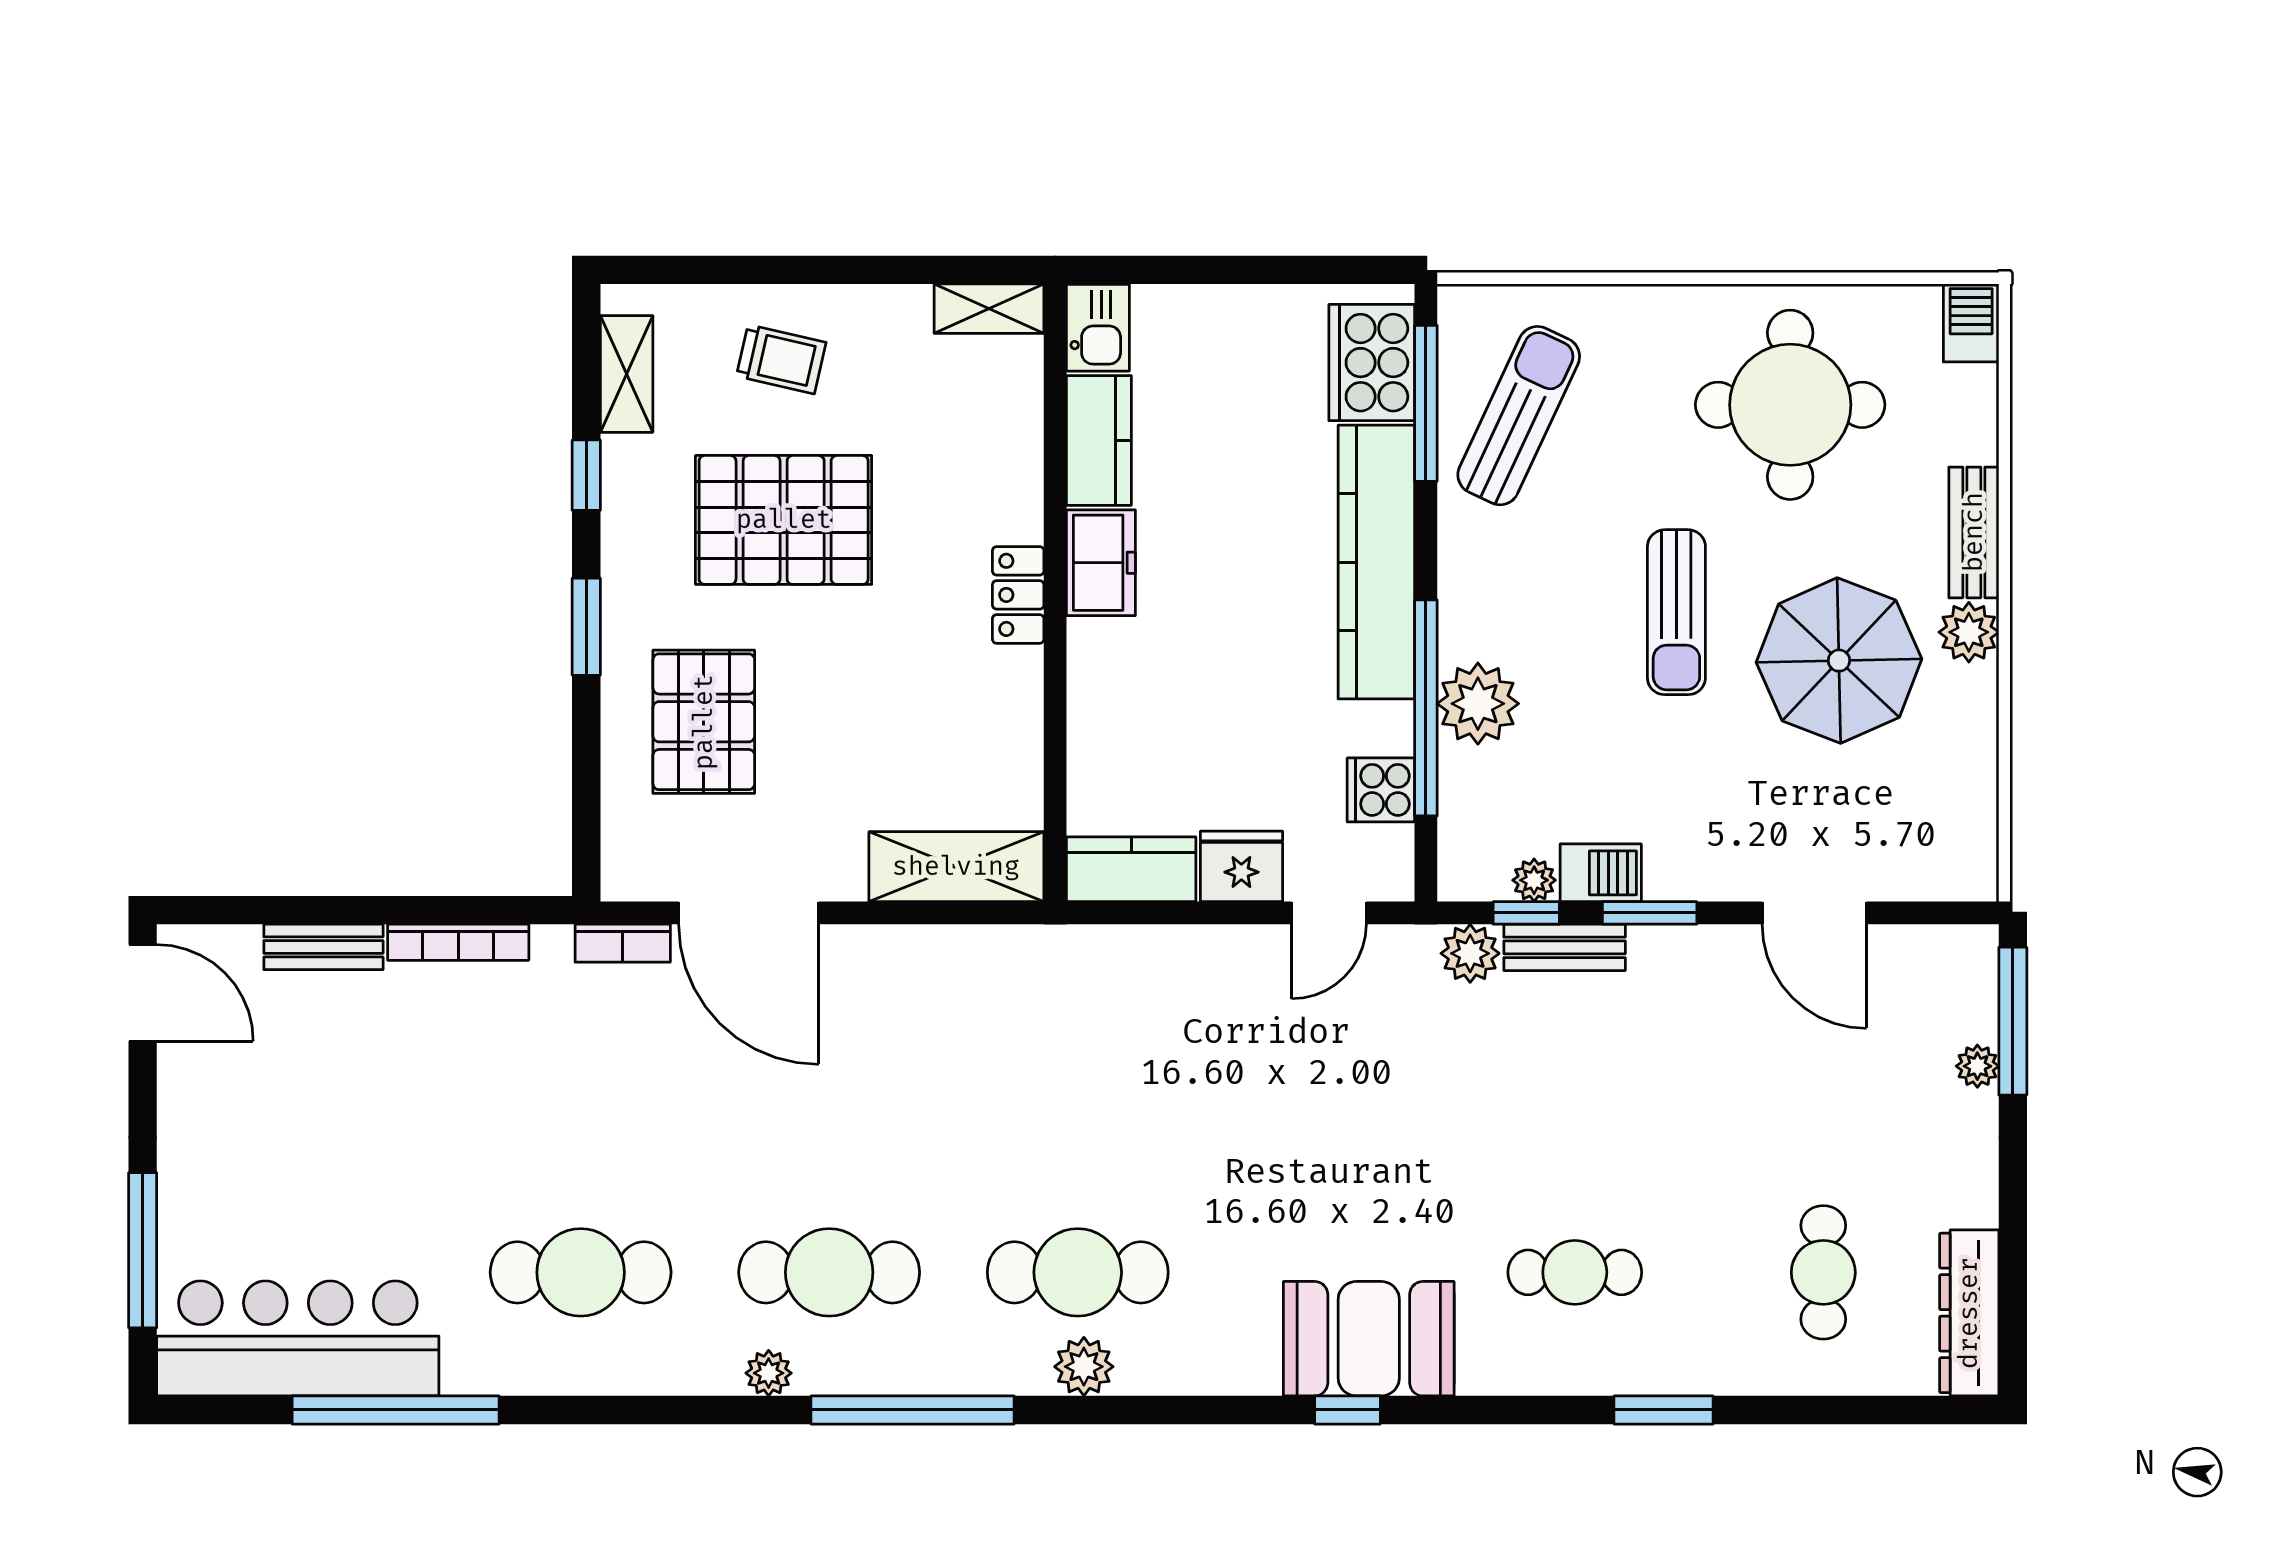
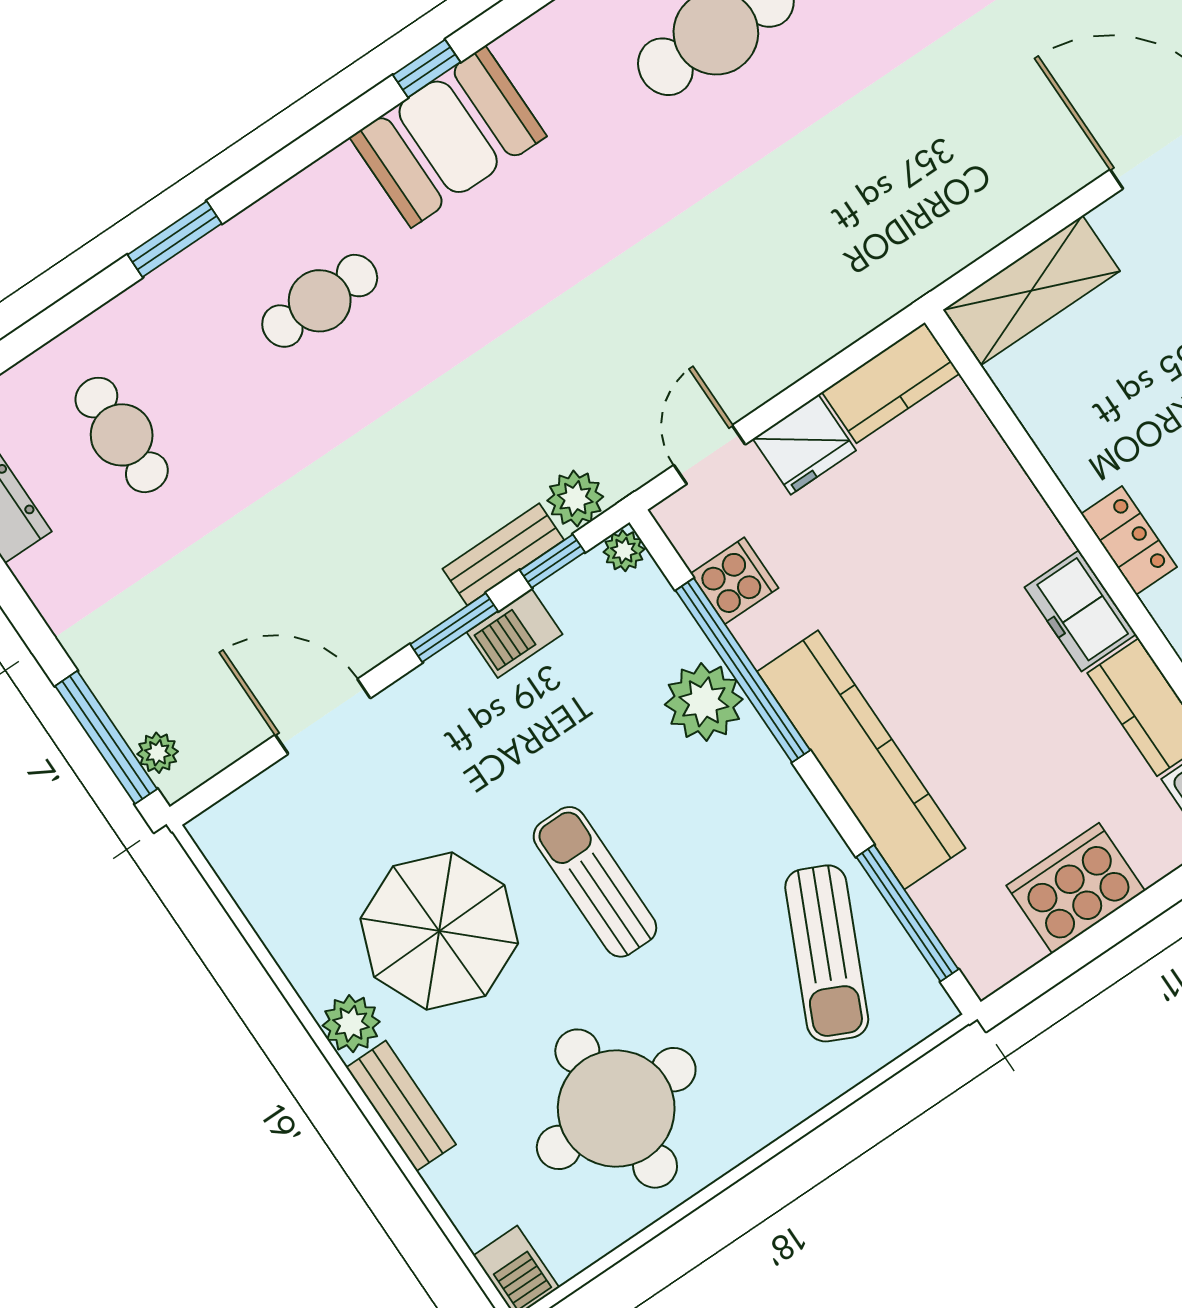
cooker: (1372, 363) -> (1076, 888), moved, turned -90
plant: (1534, 880) -> (624, 551), moved
plant: (1977, 1066) -> (158, 753), moved

